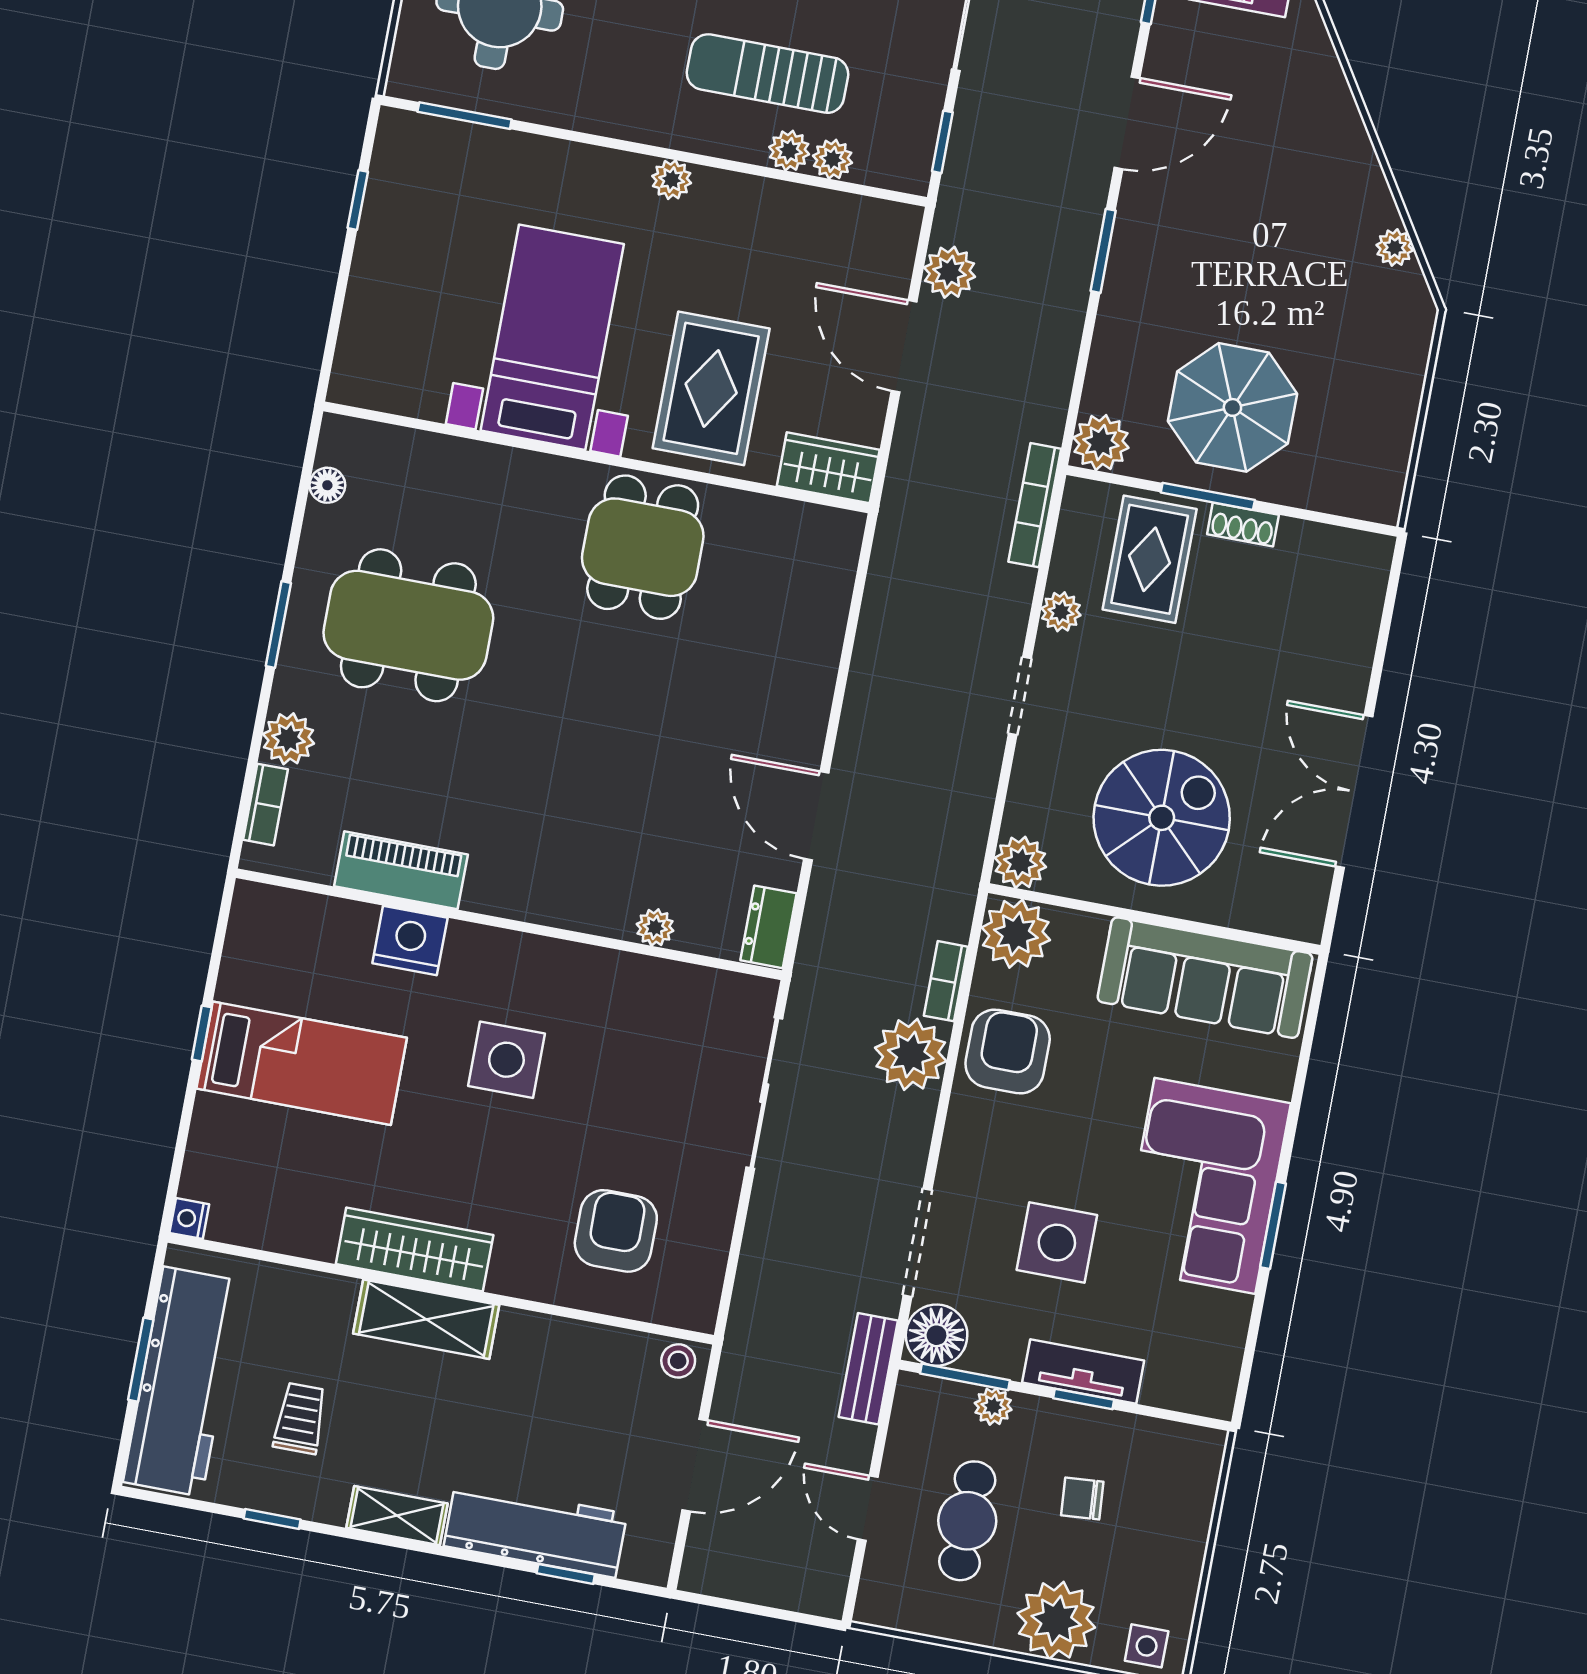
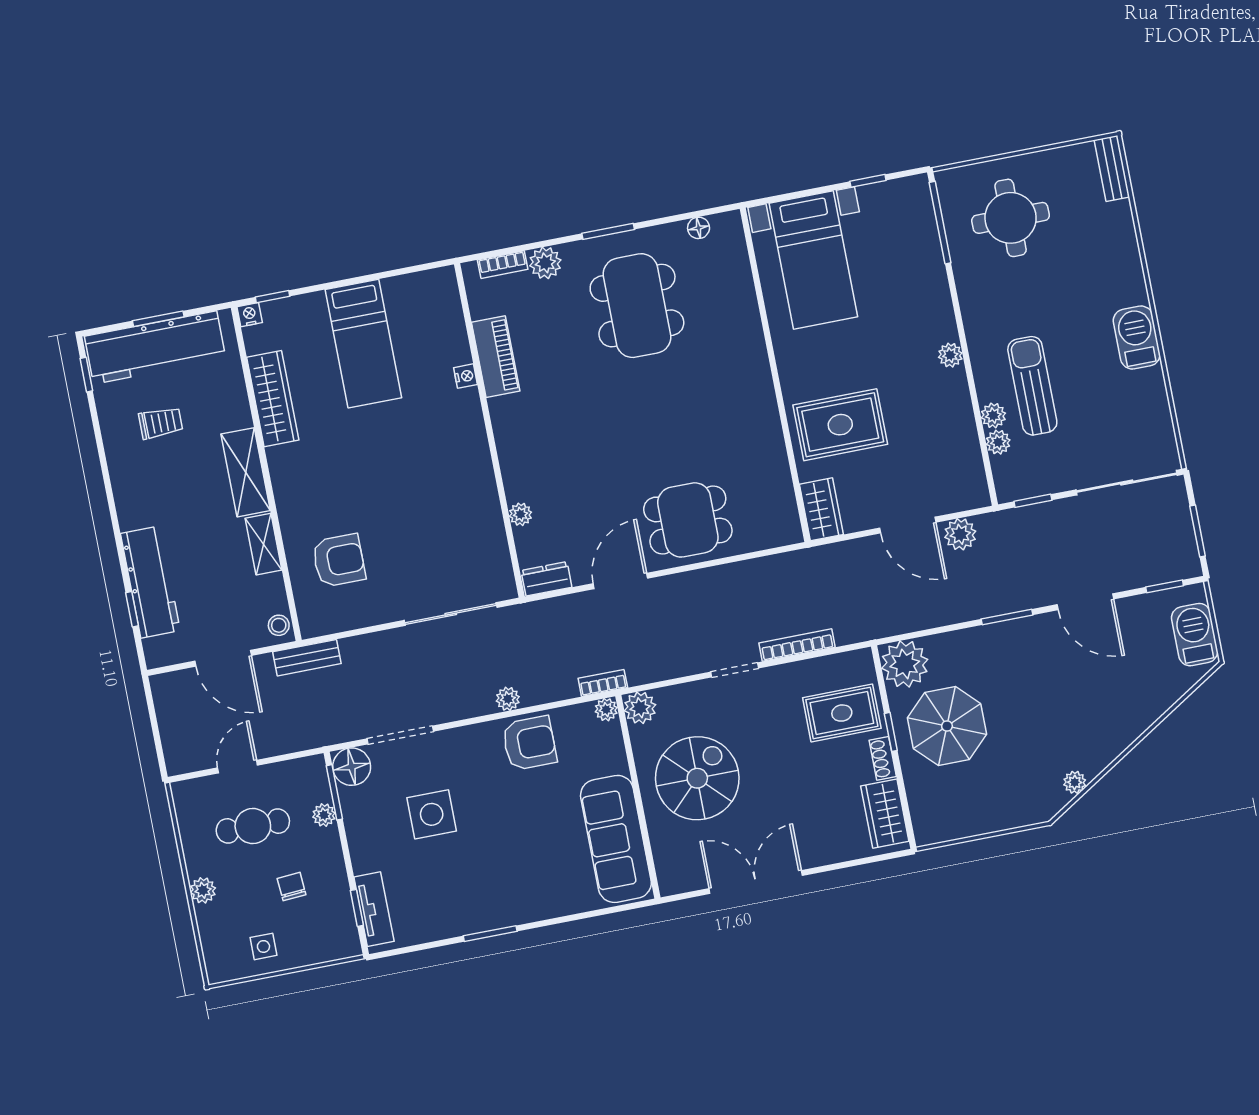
window: (465, 116) -> (940, 223), width x1.44
bed with nightstands: (552, 337) -> (813, 260), moved, turned 90
door: (904, 346) -> (908, 525), swing flipped
plant: (1101, 443) -> (905, 664), width x1.36, depth x1.36
window: (1208, 496) -> (891, 732), width x0.67
bookcase: (1035, 505) -> (797, 645), moved
dining table: (643, 547) -> (688, 520), moved
wardrobe: (1328, 554) -> (885, 814), added
plant: (1061, 612) -> (792, 674), removed
spiral stairs: (1162, 818) -> (697, 778), turned -90
plant: (1016, 934) -> (606, 710), width x0.53, depth x0.53
nightstand: (410, 941) -> (466, 376), width x0.53, depth x0.56
bookcase: (946, 981) -> (603, 683), moved
window: (202, 1033) -> (273, 297), moved
plant: (911, 1054) -> (508, 699), width x0.53, depth x0.53
side table: (506, 1060) -> (412, 459), removed
corner sofa: (1205, 1186) -> (497, 886), removed
wardrobe: (415, 1250) -> (273, 399), moved
bench: (868, 1369) -> (307, 658), moved
tv unit: (1083, 1371) -> (374, 909), moved
window: (1084, 1399) -> (357, 908), moved
shelving: (397, 1516) -> (264, 544), moved
window: (272, 1519) -> (86, 375), moved
plant: (1056, 1620) -> (203, 890), width x0.53, depth x0.53
side table: (1147, 1646) -> (263, 946), moved

